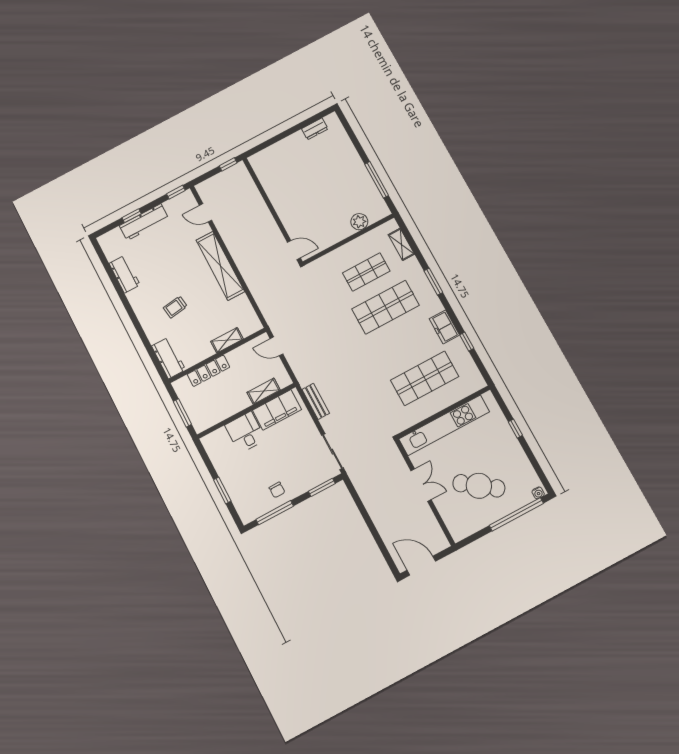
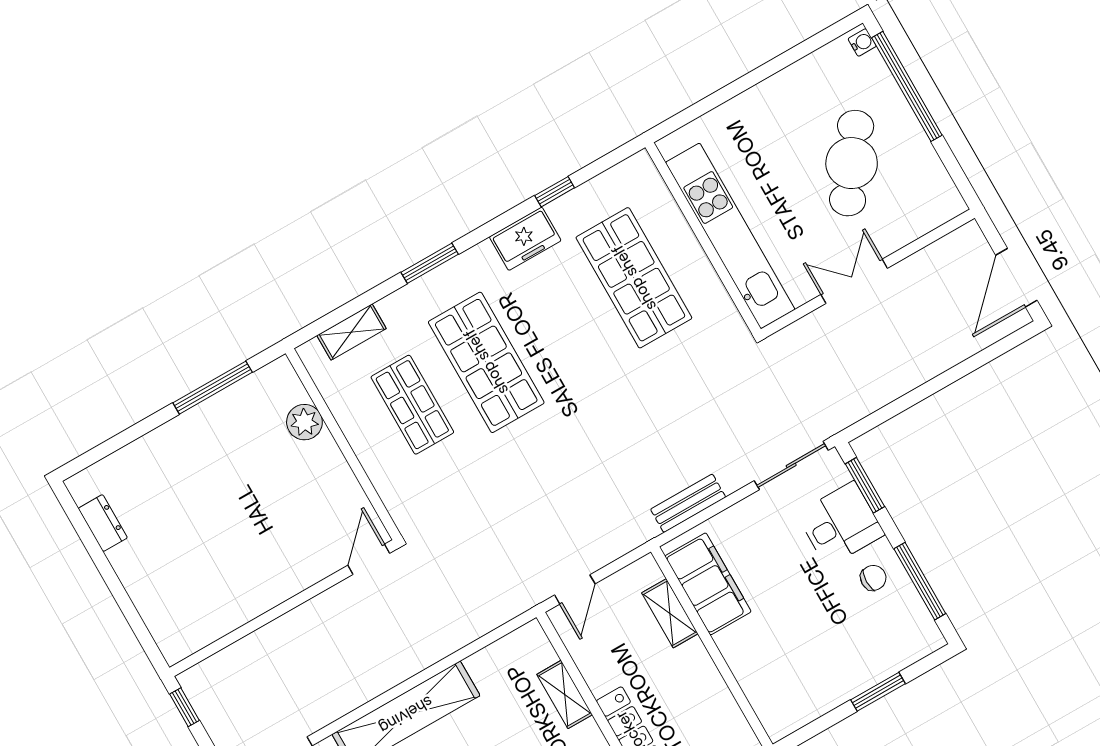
window: (515, 429) -> (732, 90), removed
desk: (245, 432) -> (840, 524), moved, turned 180

